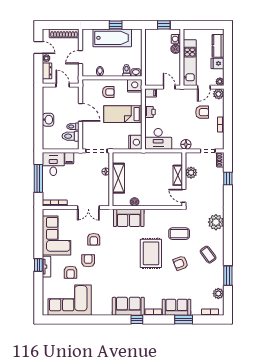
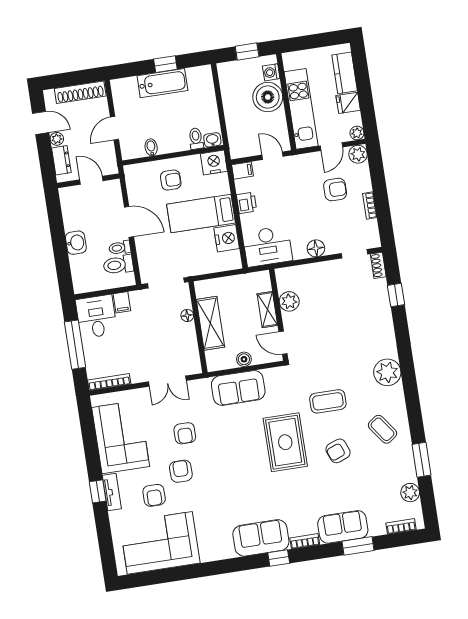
bathtub: (112, 38) -> (162, 83), width x0.73, depth x0.73
boiler: (176, 49) -> (268, 97), width x1.86, depth x1.86
nightstand: (135, 142) -> (227, 238), moved
plant: (191, 173) -> (289, 301), moved
shelving: (178, 175) -> (267, 310), moved
wall: (184, 179) -> (279, 315), moved
door: (184, 196) -> (283, 343), moved

